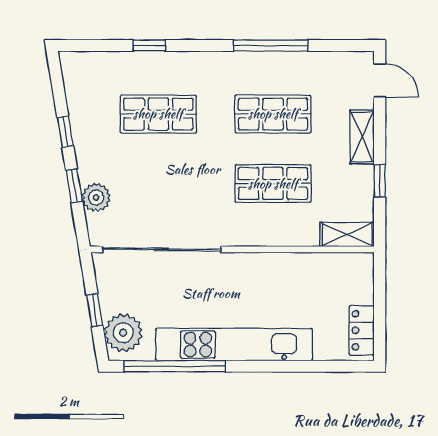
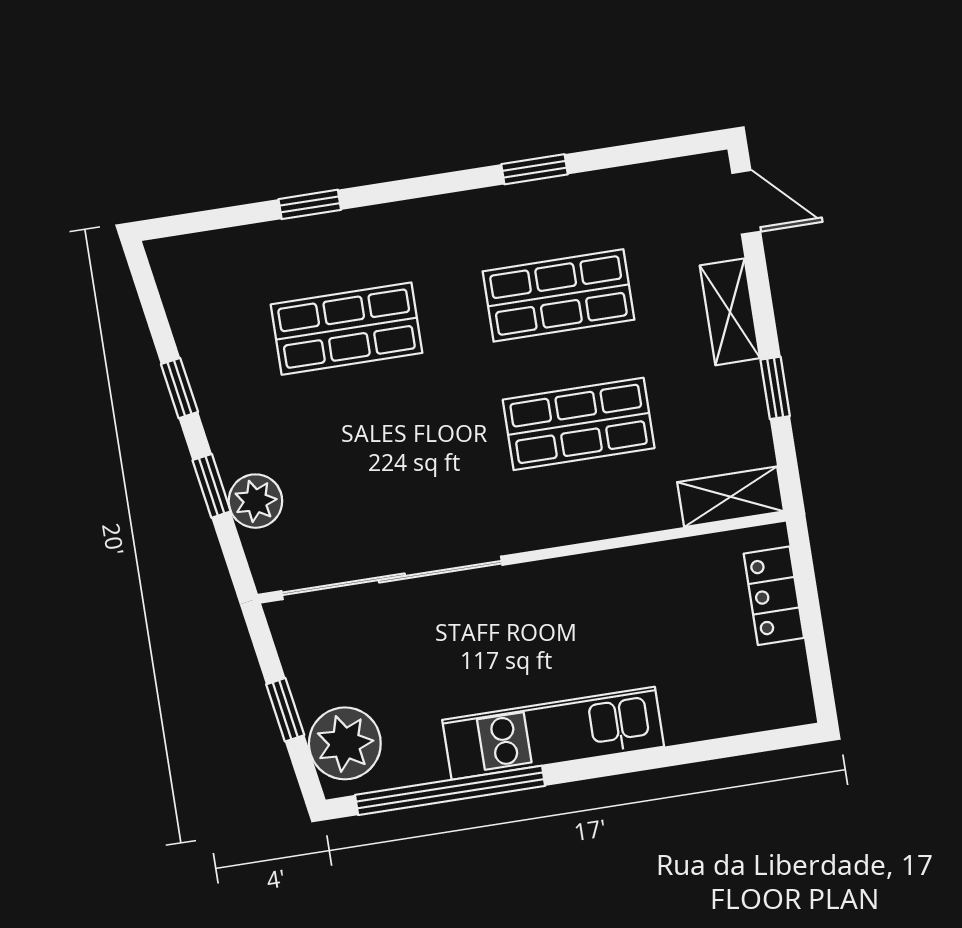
window: (271, 46) -> (535, 169), width x0.46
locker: (362, 330) -> (774, 596), moved
kitchen unit: (234, 345) -> (553, 733), width x0.73

